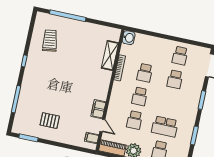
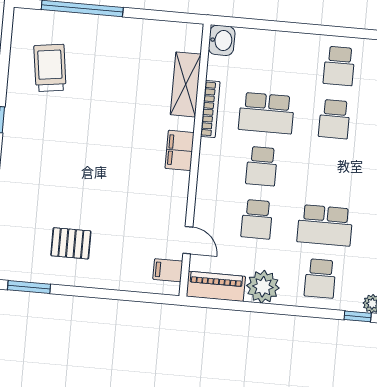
school desk: (145, 73) -> (266, 113), width x1.85
filing cabinet: (98, 109) -> (180, 150), moved

